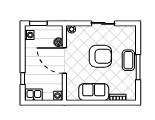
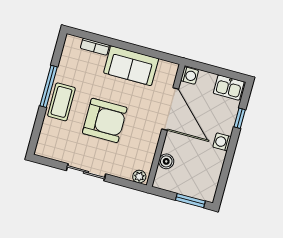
washing machine: (29, 35) -> (222, 142), moved
armchair: (100, 56) -> (105, 120), turned 180
door: (64, 60) -> (170, 109), moved

